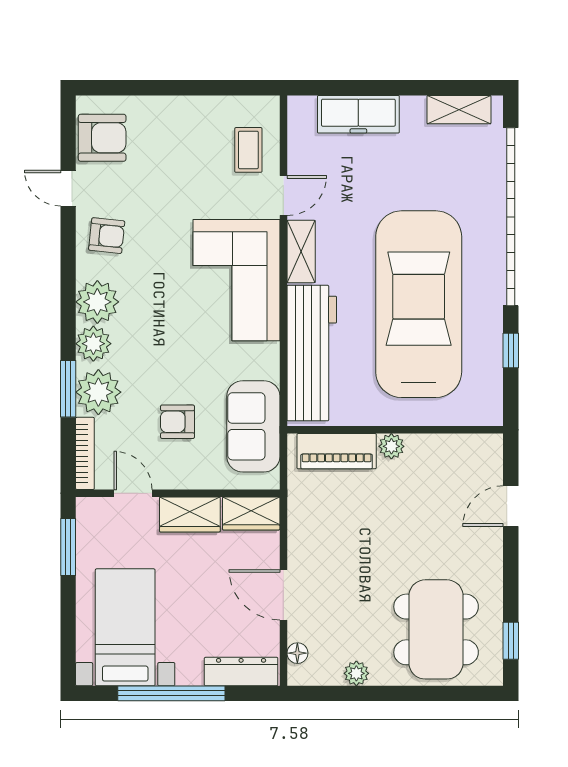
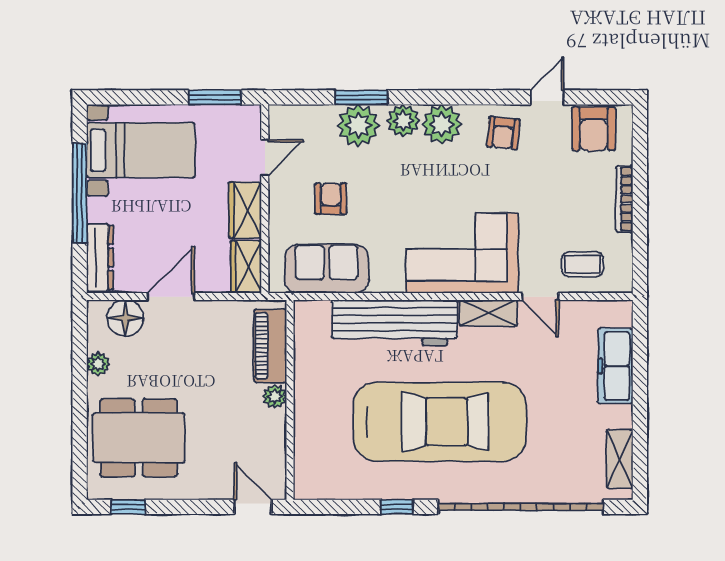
wall: (395, 430) -> (290, 400), moved
plant: (391, 446) -> (275, 397), moved
piano: (337, 451) -> (270, 346), moved
bookcase: (85, 453) -> (624, 199), moved, turned 90
floor lamp: (297, 653) -> (125, 318), width x1.89, depth x1.89

